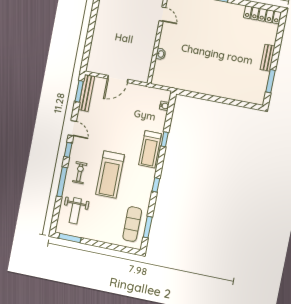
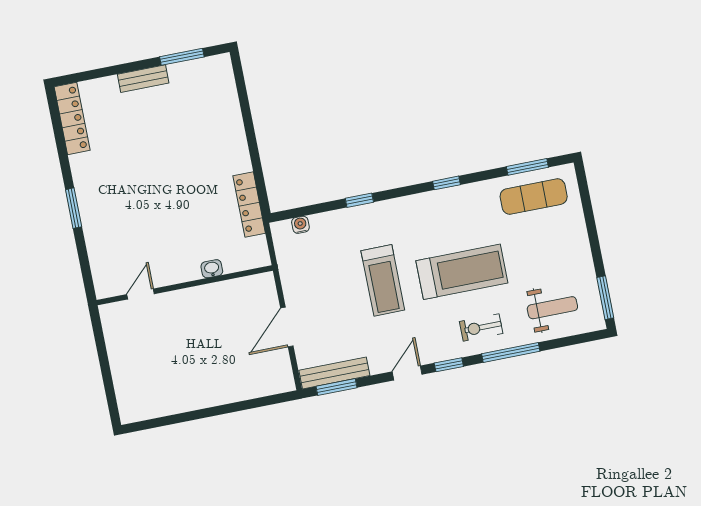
door: (118, 79) -> (287, 327), swing flipped
locker: (184, 85) -> (249, 204), added
treadmill: (150, 149) -> (383, 280), moved, turned 90

